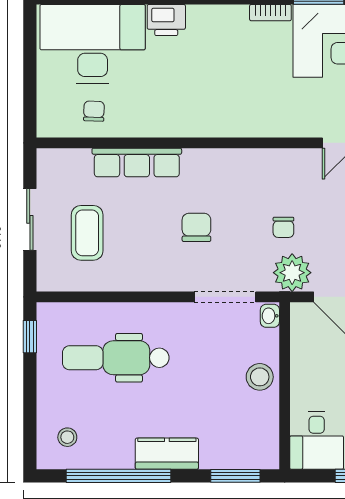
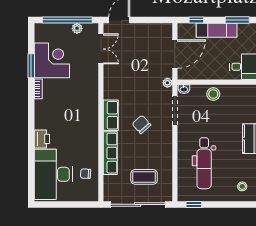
row of seats: (216, 163) -> (111, 115), added
sliding door: (30, 219) -> (138, 204), width x1.86
chair: (196, 227) -> (141, 124), turned 49
chair: (283, 227) -> (141, 83), removed
plant: (292, 273) -> (167, 83), width x0.53, depth x0.53

